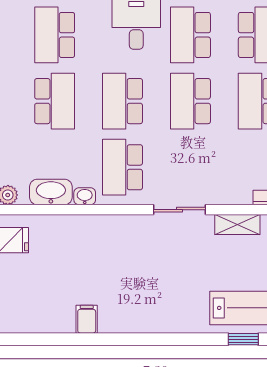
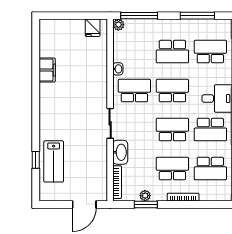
school desk: (190, 35) -> (210, 130), turned 180
washbasin: (51, 192) -> (120, 152), moved
shelving: (237, 224) -> (102, 157), removed
filing cabinet: (87, 319) -> (47, 70), width x2.00

